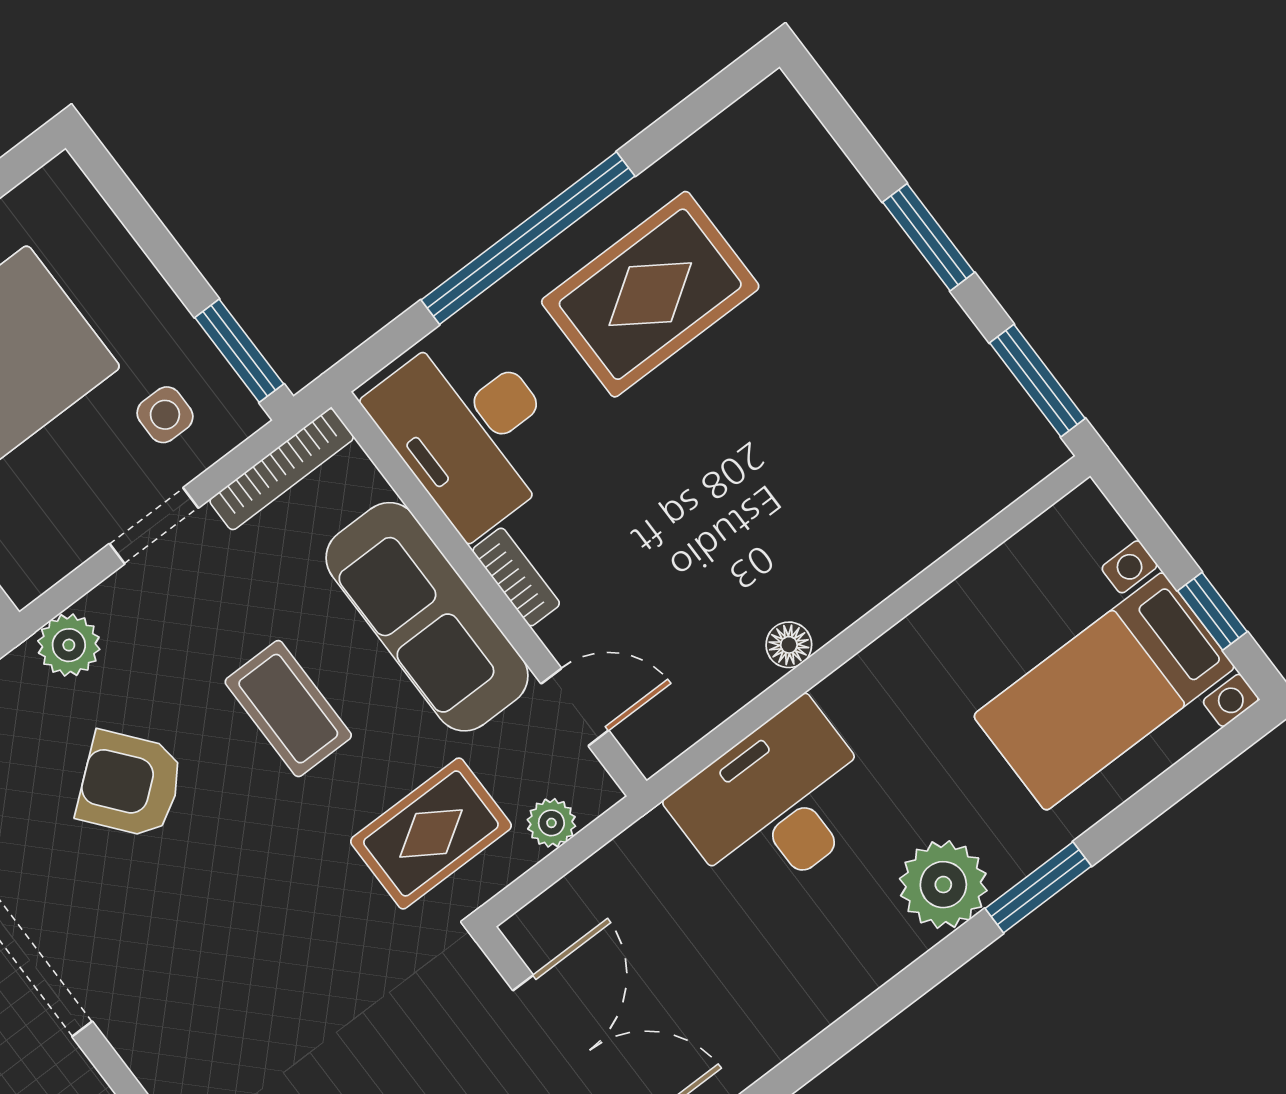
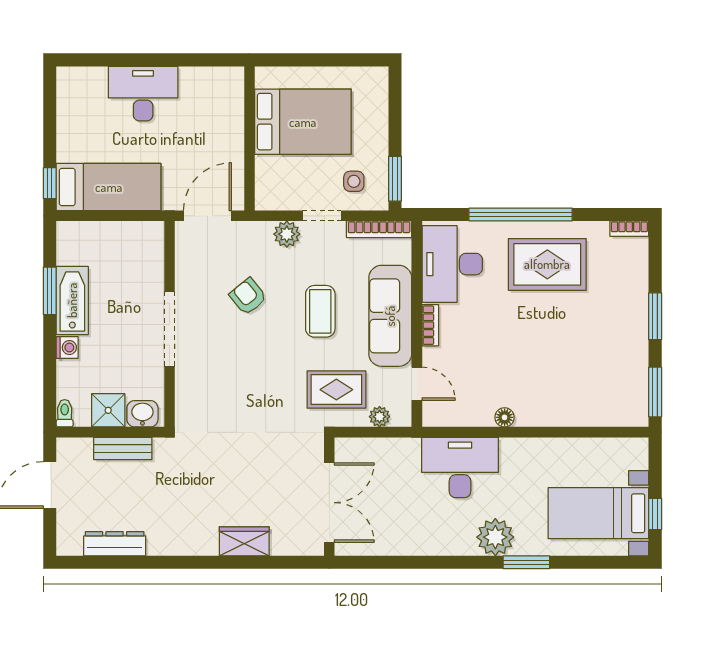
bookcase: (754, 109) -> (629, 229), added
plant: (69, 645) -> (287, 234), moved
armchair: (130, 784) -> (248, 296), width x0.72, depth x0.72

